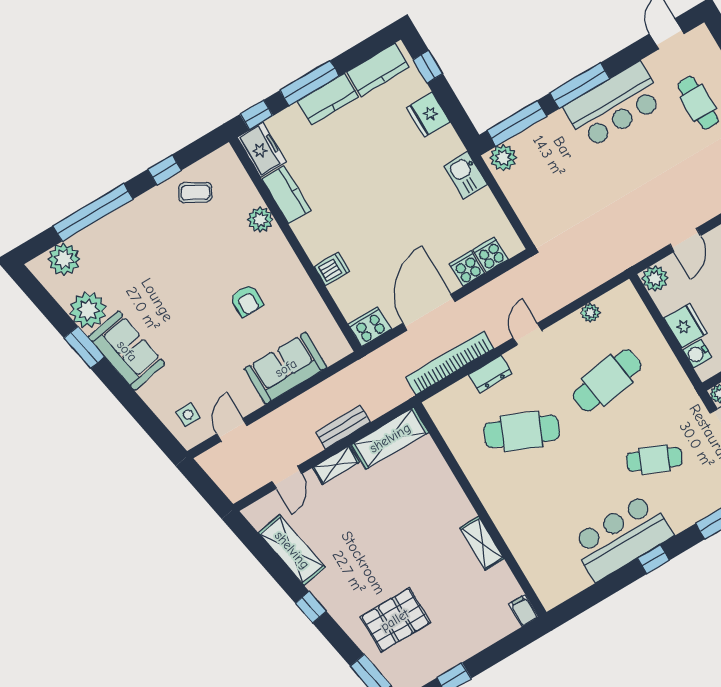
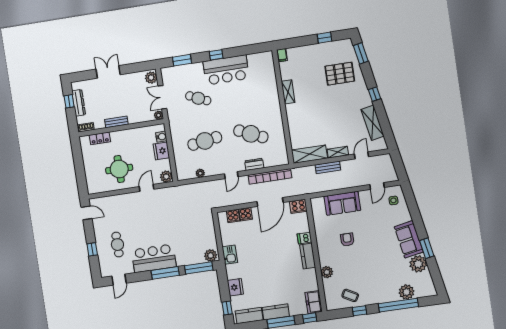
kitchen counter: (286, 195) -> (308, 256), moved
plant: (64, 259) -> (407, 292), moved

